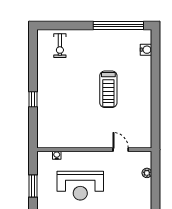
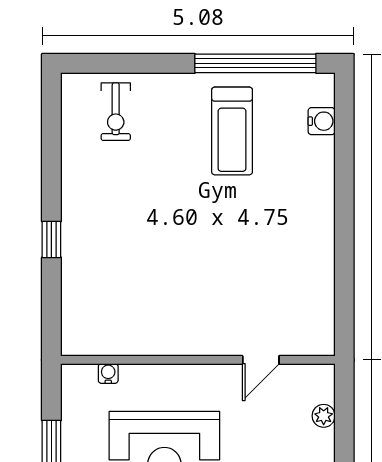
treadmill: (108, 89) -> (232, 131), moved
door: (121, 150) -> (261, 360), swing flipped

